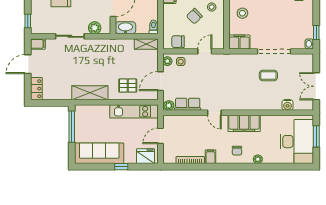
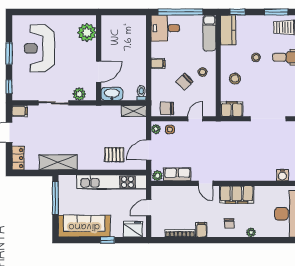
coffee table: (268, 75) -> (262, 144), removed
shelving: (90, 93) -> (58, 162), moved
kitchen unit: (134, 111) -> (112, 182), width x1.36

